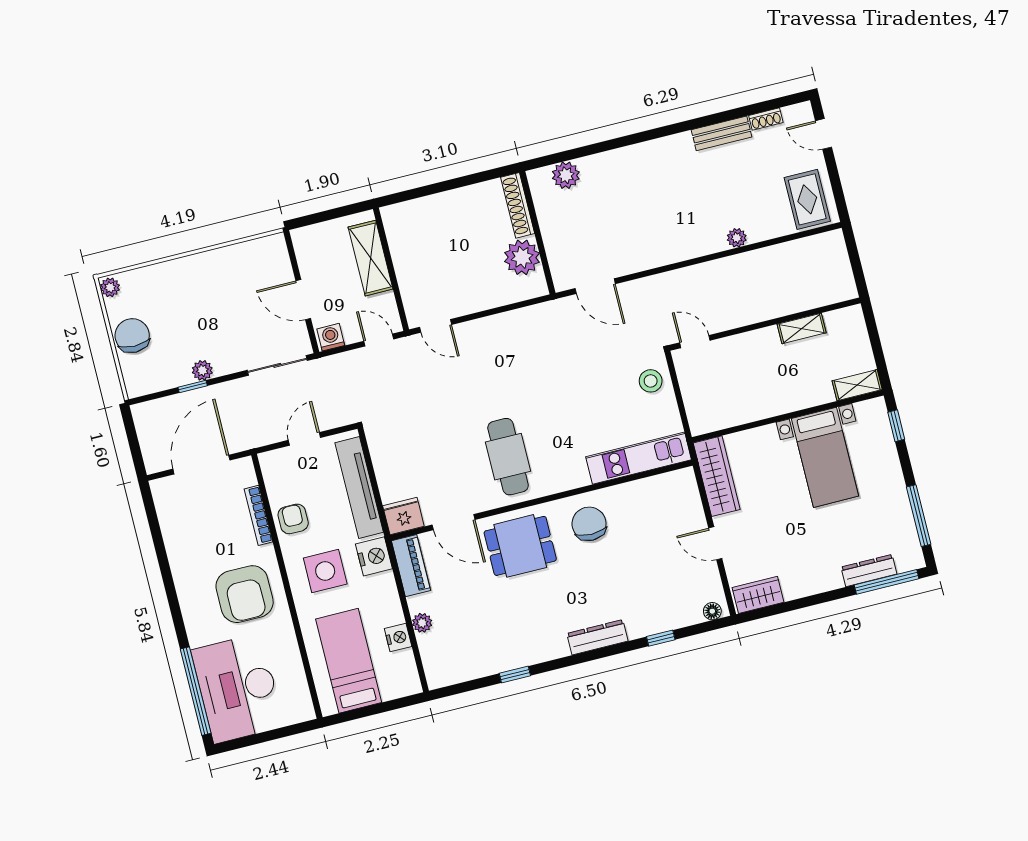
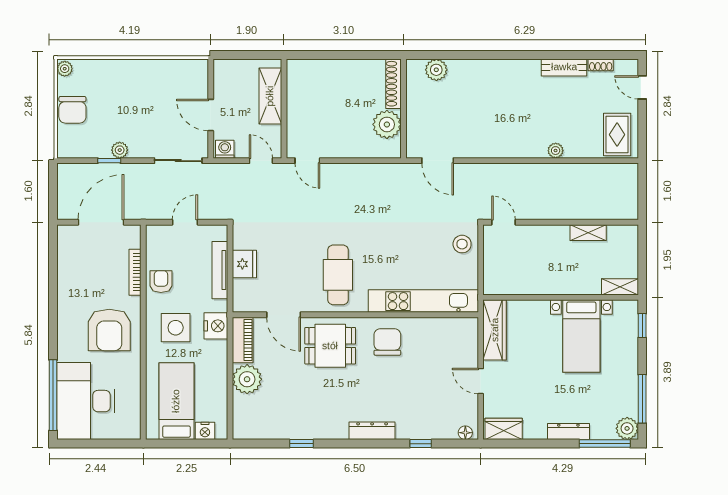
chair: (132, 336) -> (72, 110), turned 180
kitchen unit: (639, 458) -> (423, 301), width x1.36
tv unit: (359, 488) -> (220, 270), width x0.73, depth x0.78
fridge: (403, 516) -> (244, 264), moved, turned 90
plant: (909, 557) -> (627, 428), added
dresser: (869, 571) -> (568, 432), moved
plant: (422, 623) -> (247, 379), width x1.87, depth x1.87
nightstand: (398, 637) -> (205, 431), moved, turned 90

